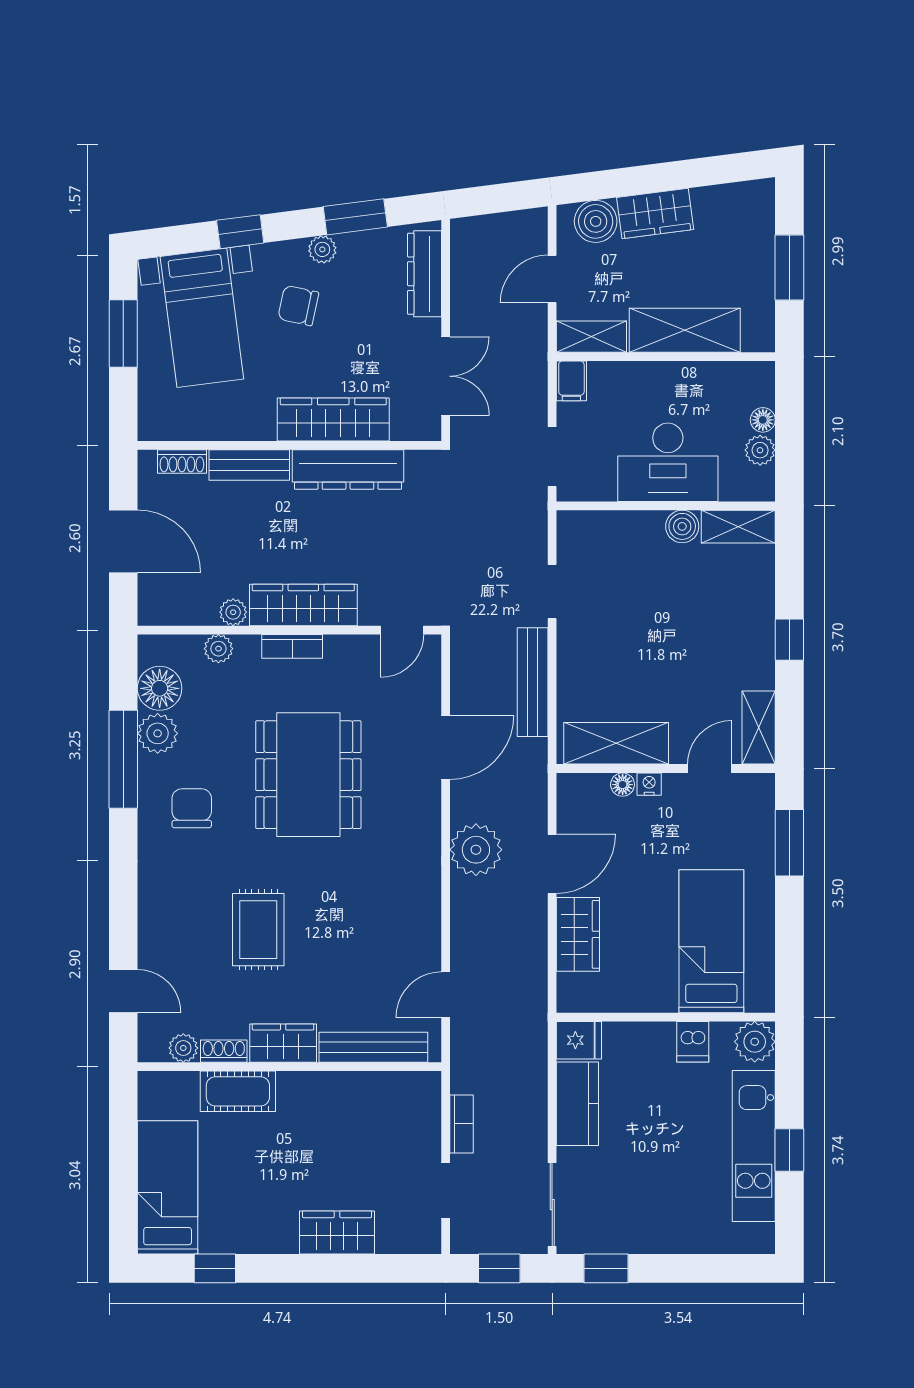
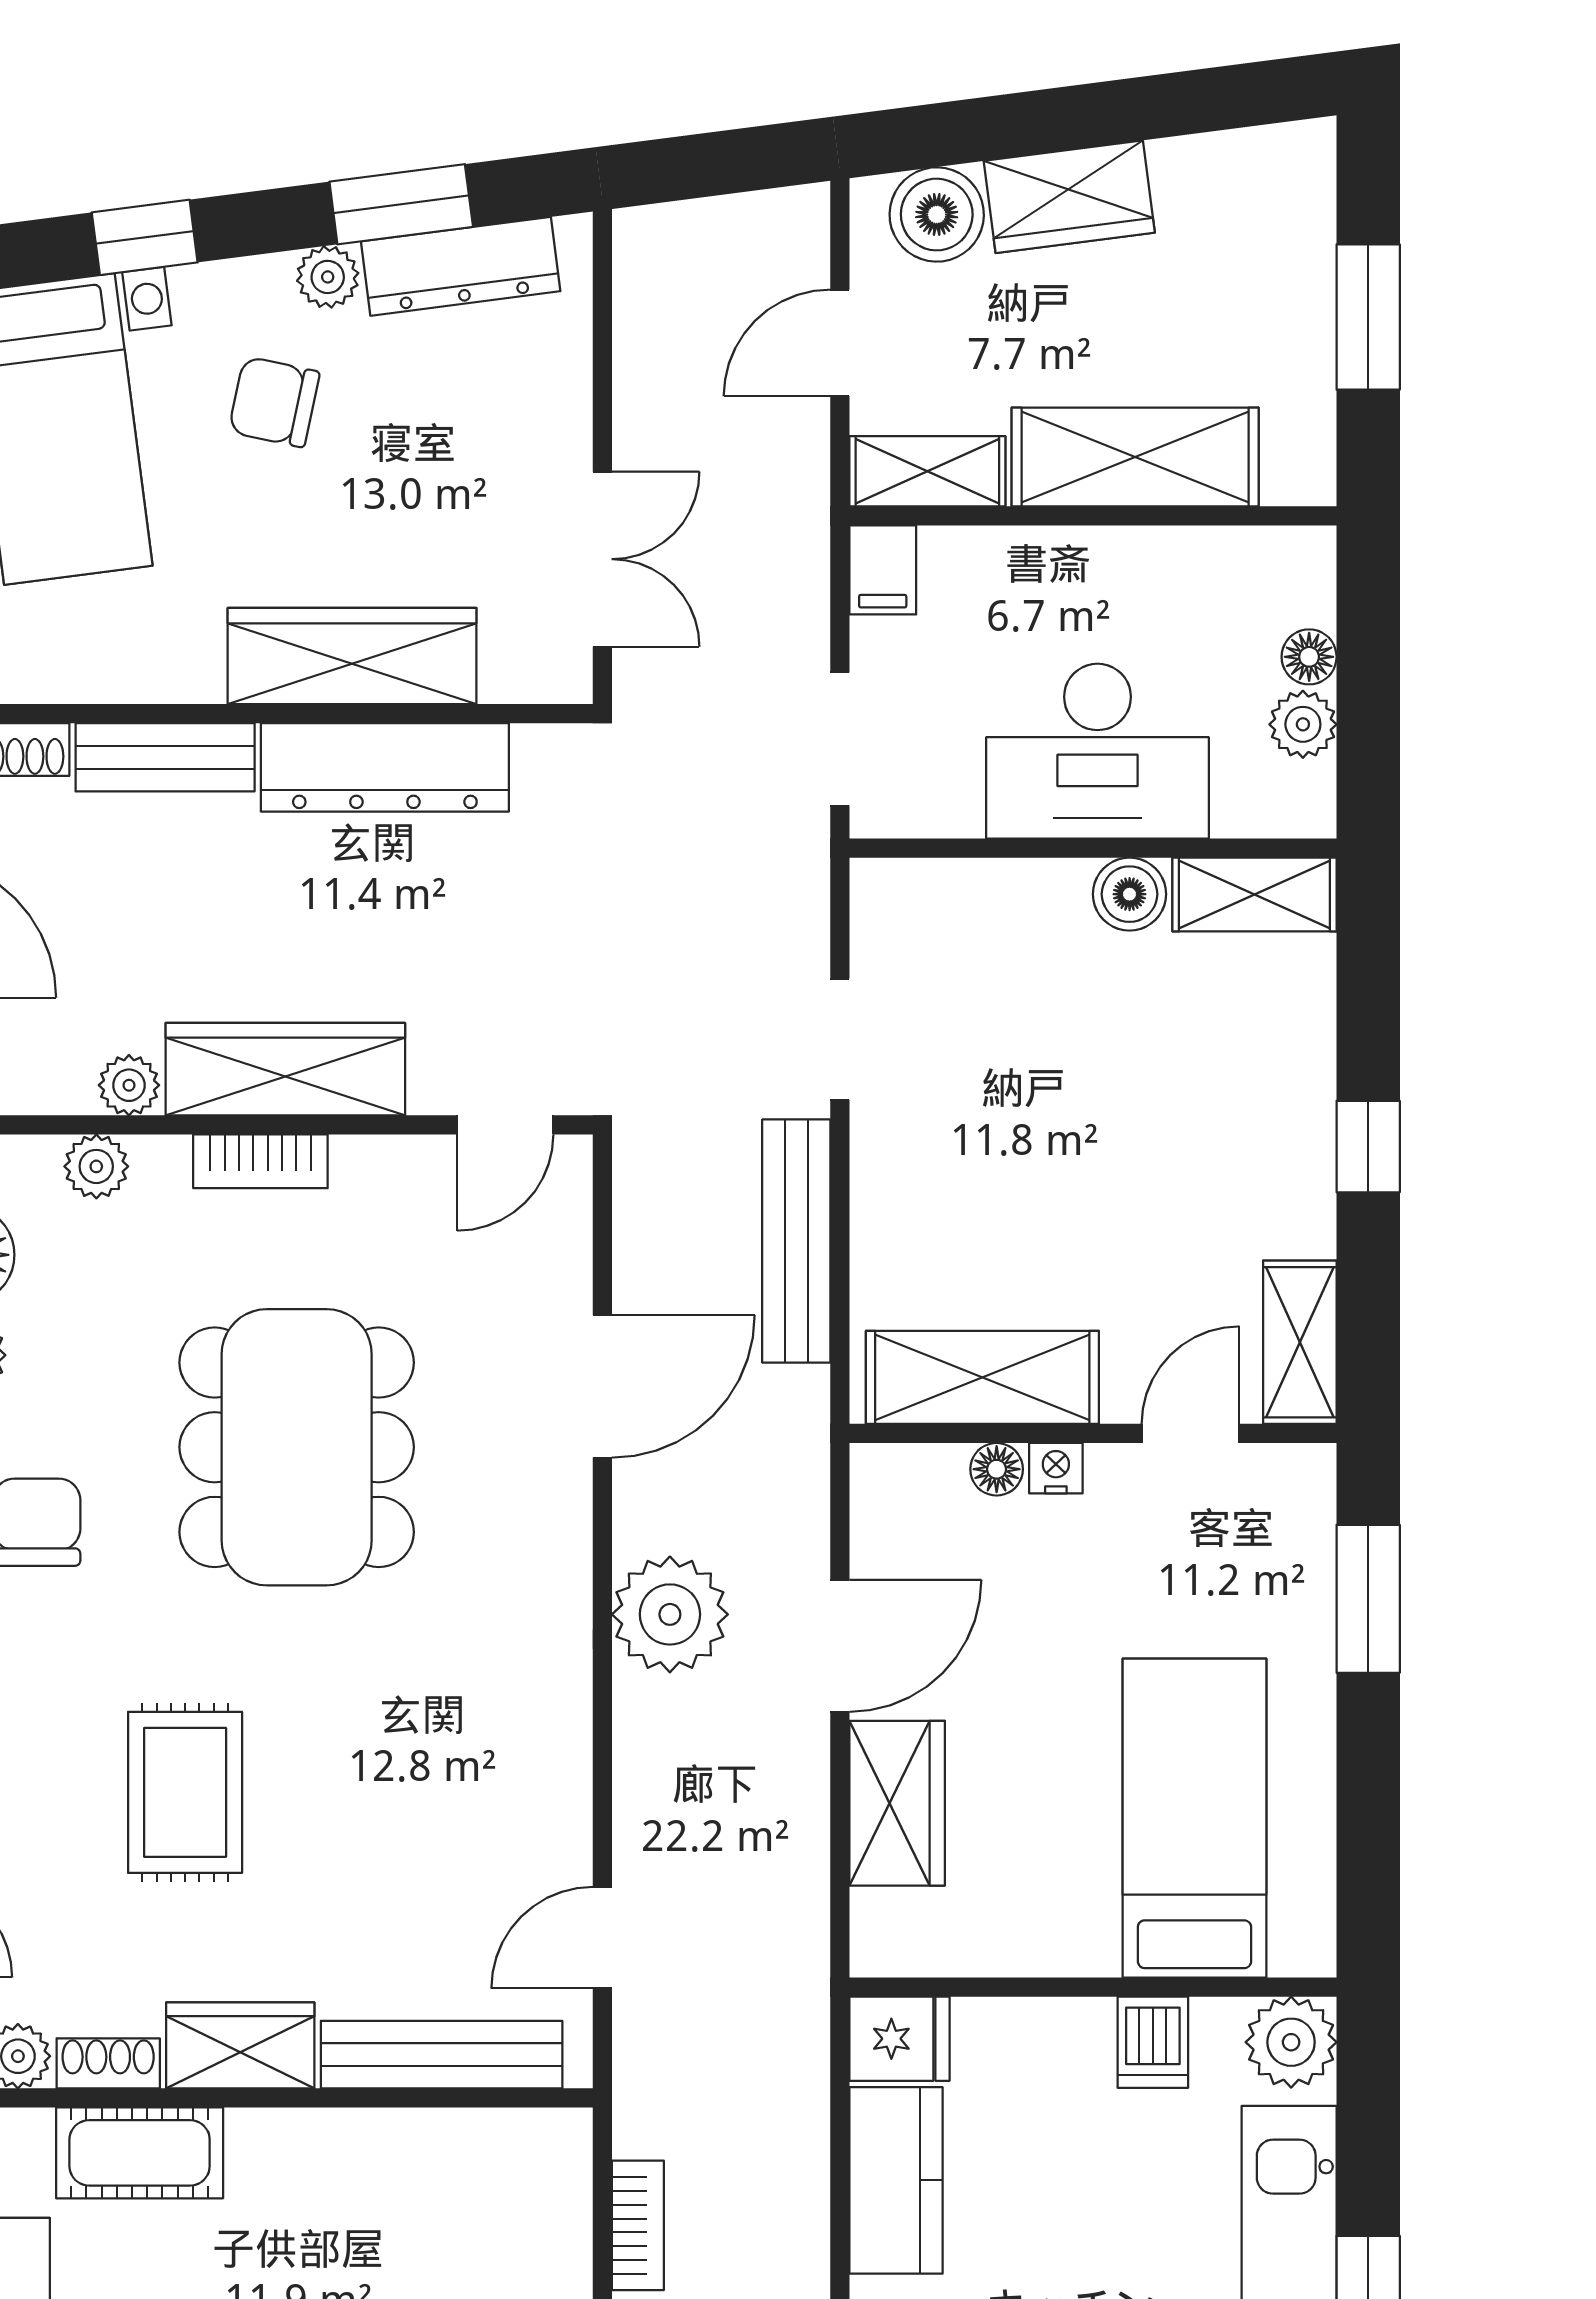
dresser: (425, 274) -> (461, 266), moved, turned -97

